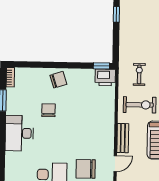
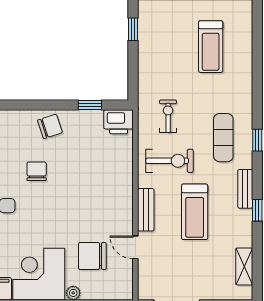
window: (101, 66) -> (90, 105), moved
door: (115, 164) -> (135, 247), swing flipped

